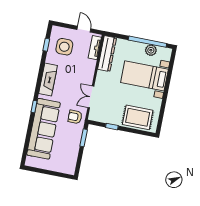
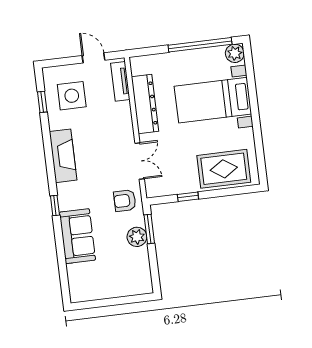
plant: (151, 50) -> (235, 53), moved
dresser: (107, 54) -> (145, 104), moved
double door: (91, 97) -> (140, 161), swing flipped
sofa: (44, 129) -> (77, 236), width x0.54, depth x0.79
plant: (75, 140) -> (137, 237), added

